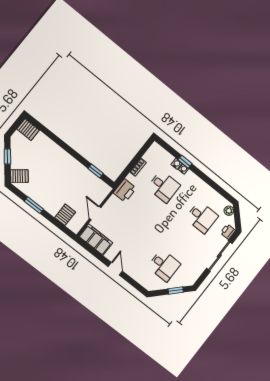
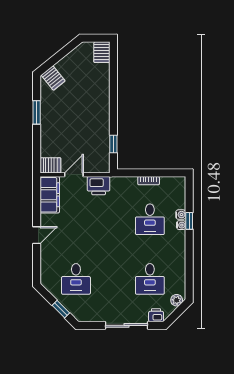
window: (7, 156) -> (62, 53), removed
printer: (125, 190) -> (99, 186), moved
server rack: (65, 215) -> (50, 165), moved

